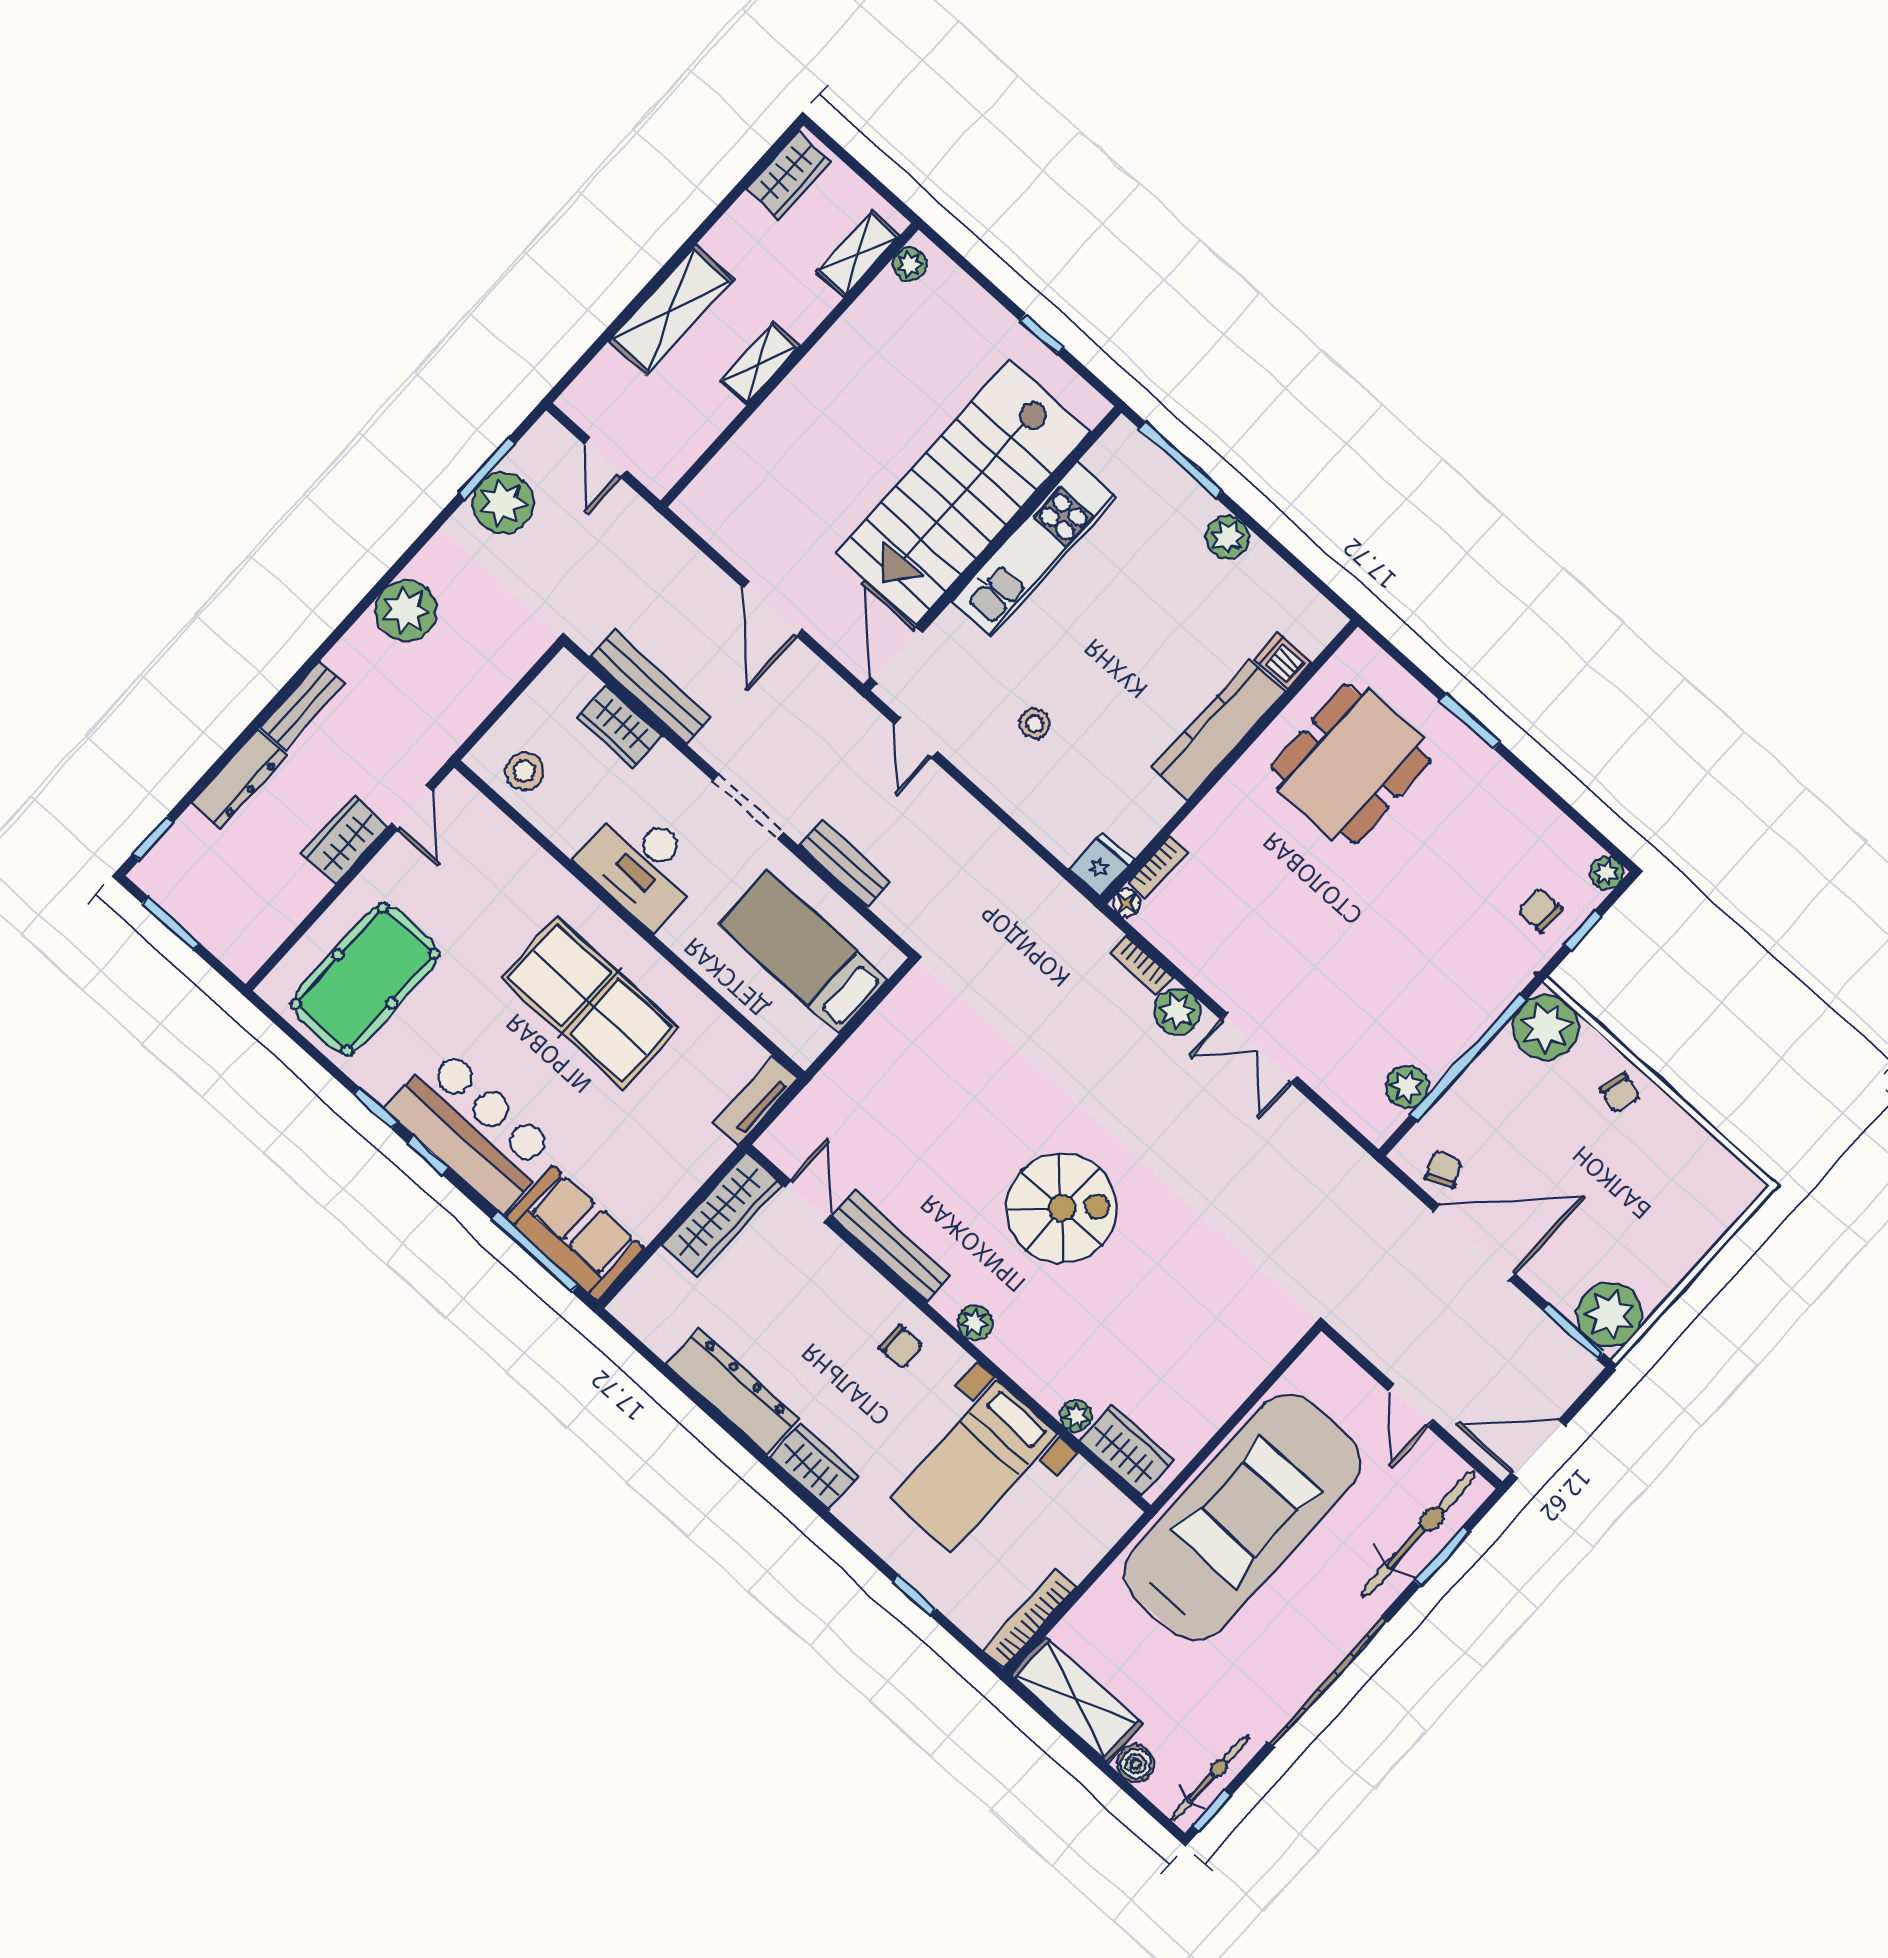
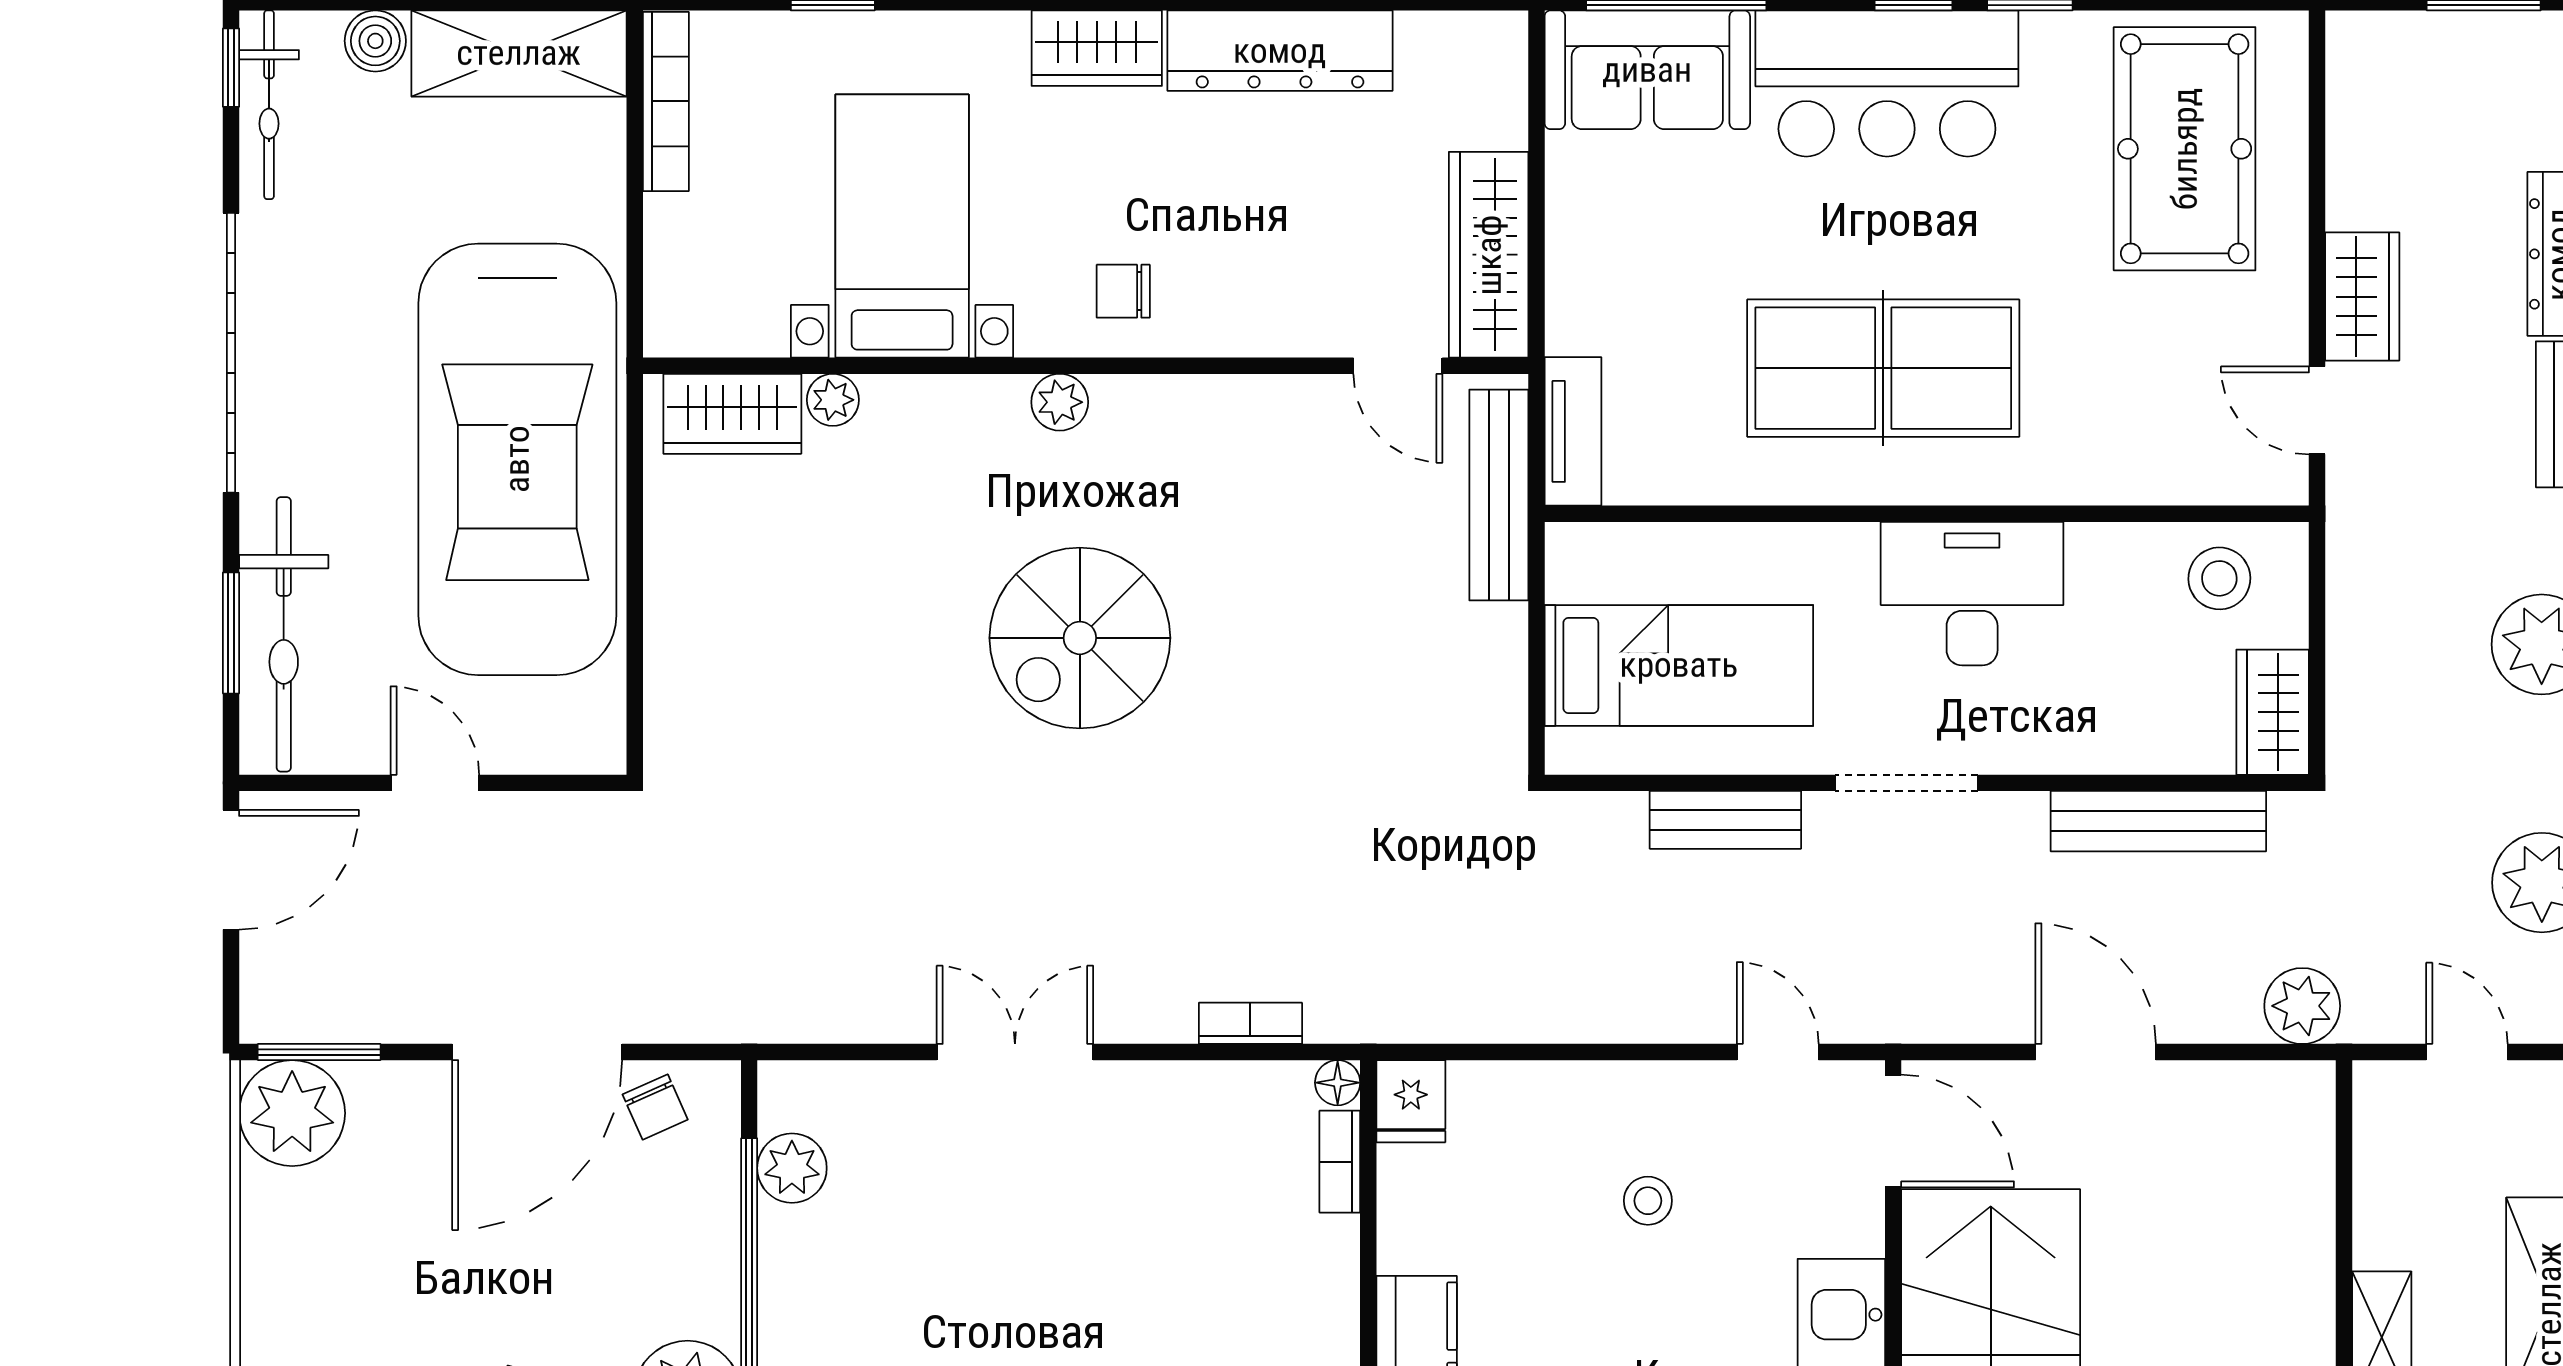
wardrobe: (620, 727) -> (2273, 712), moved, turned -90
plant: (1177, 1012) -> (2302, 1006), moved
bench: (891, 1246) -> (1499, 495), moved, turned 90

